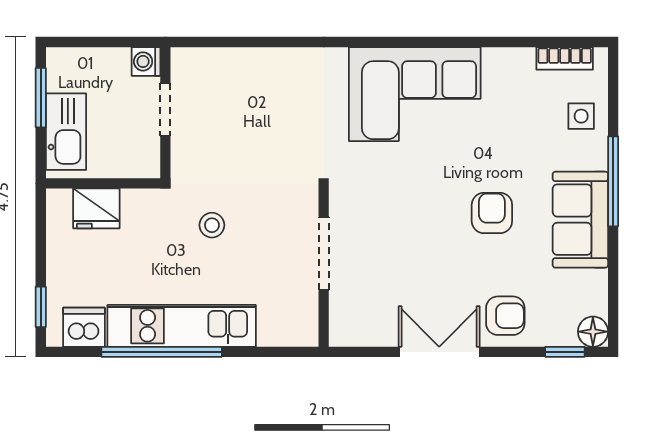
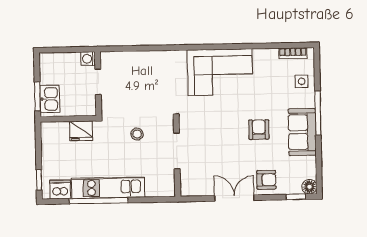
window: (41, 98) -> (37, 96), moved
kitchen sink: (66, 132) -> (50, 99), width x0.73
fridge: (96, 208) -> (81, 131), moved
stool: (212, 225) -> (137, 134), moved

